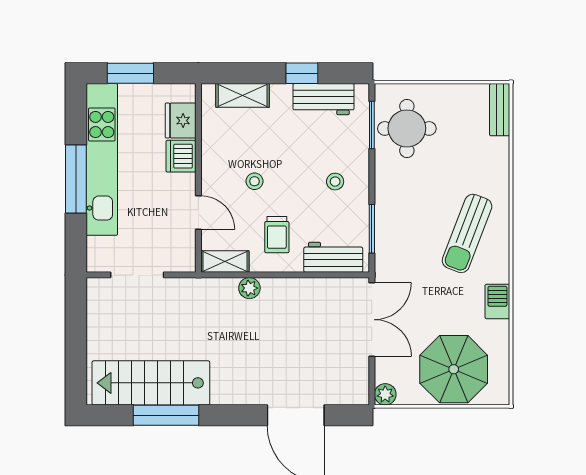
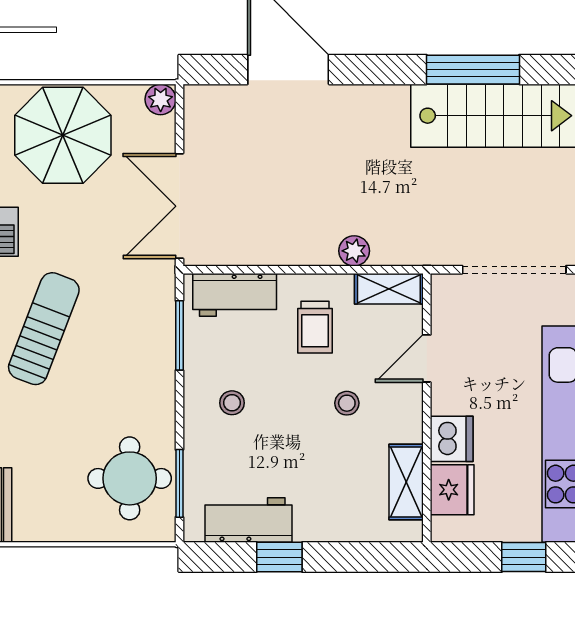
window: (130, 73) -> (524, 557), width x0.67
shelving: (243, 95) -> (406, 482), moved, turned 90
door: (198, 213) -> (427, 358), hinge flipped
trolley: (277, 235) -> (315, 327), turned 180
doorway: (137, 275) -> (514, 270), width x1.36

